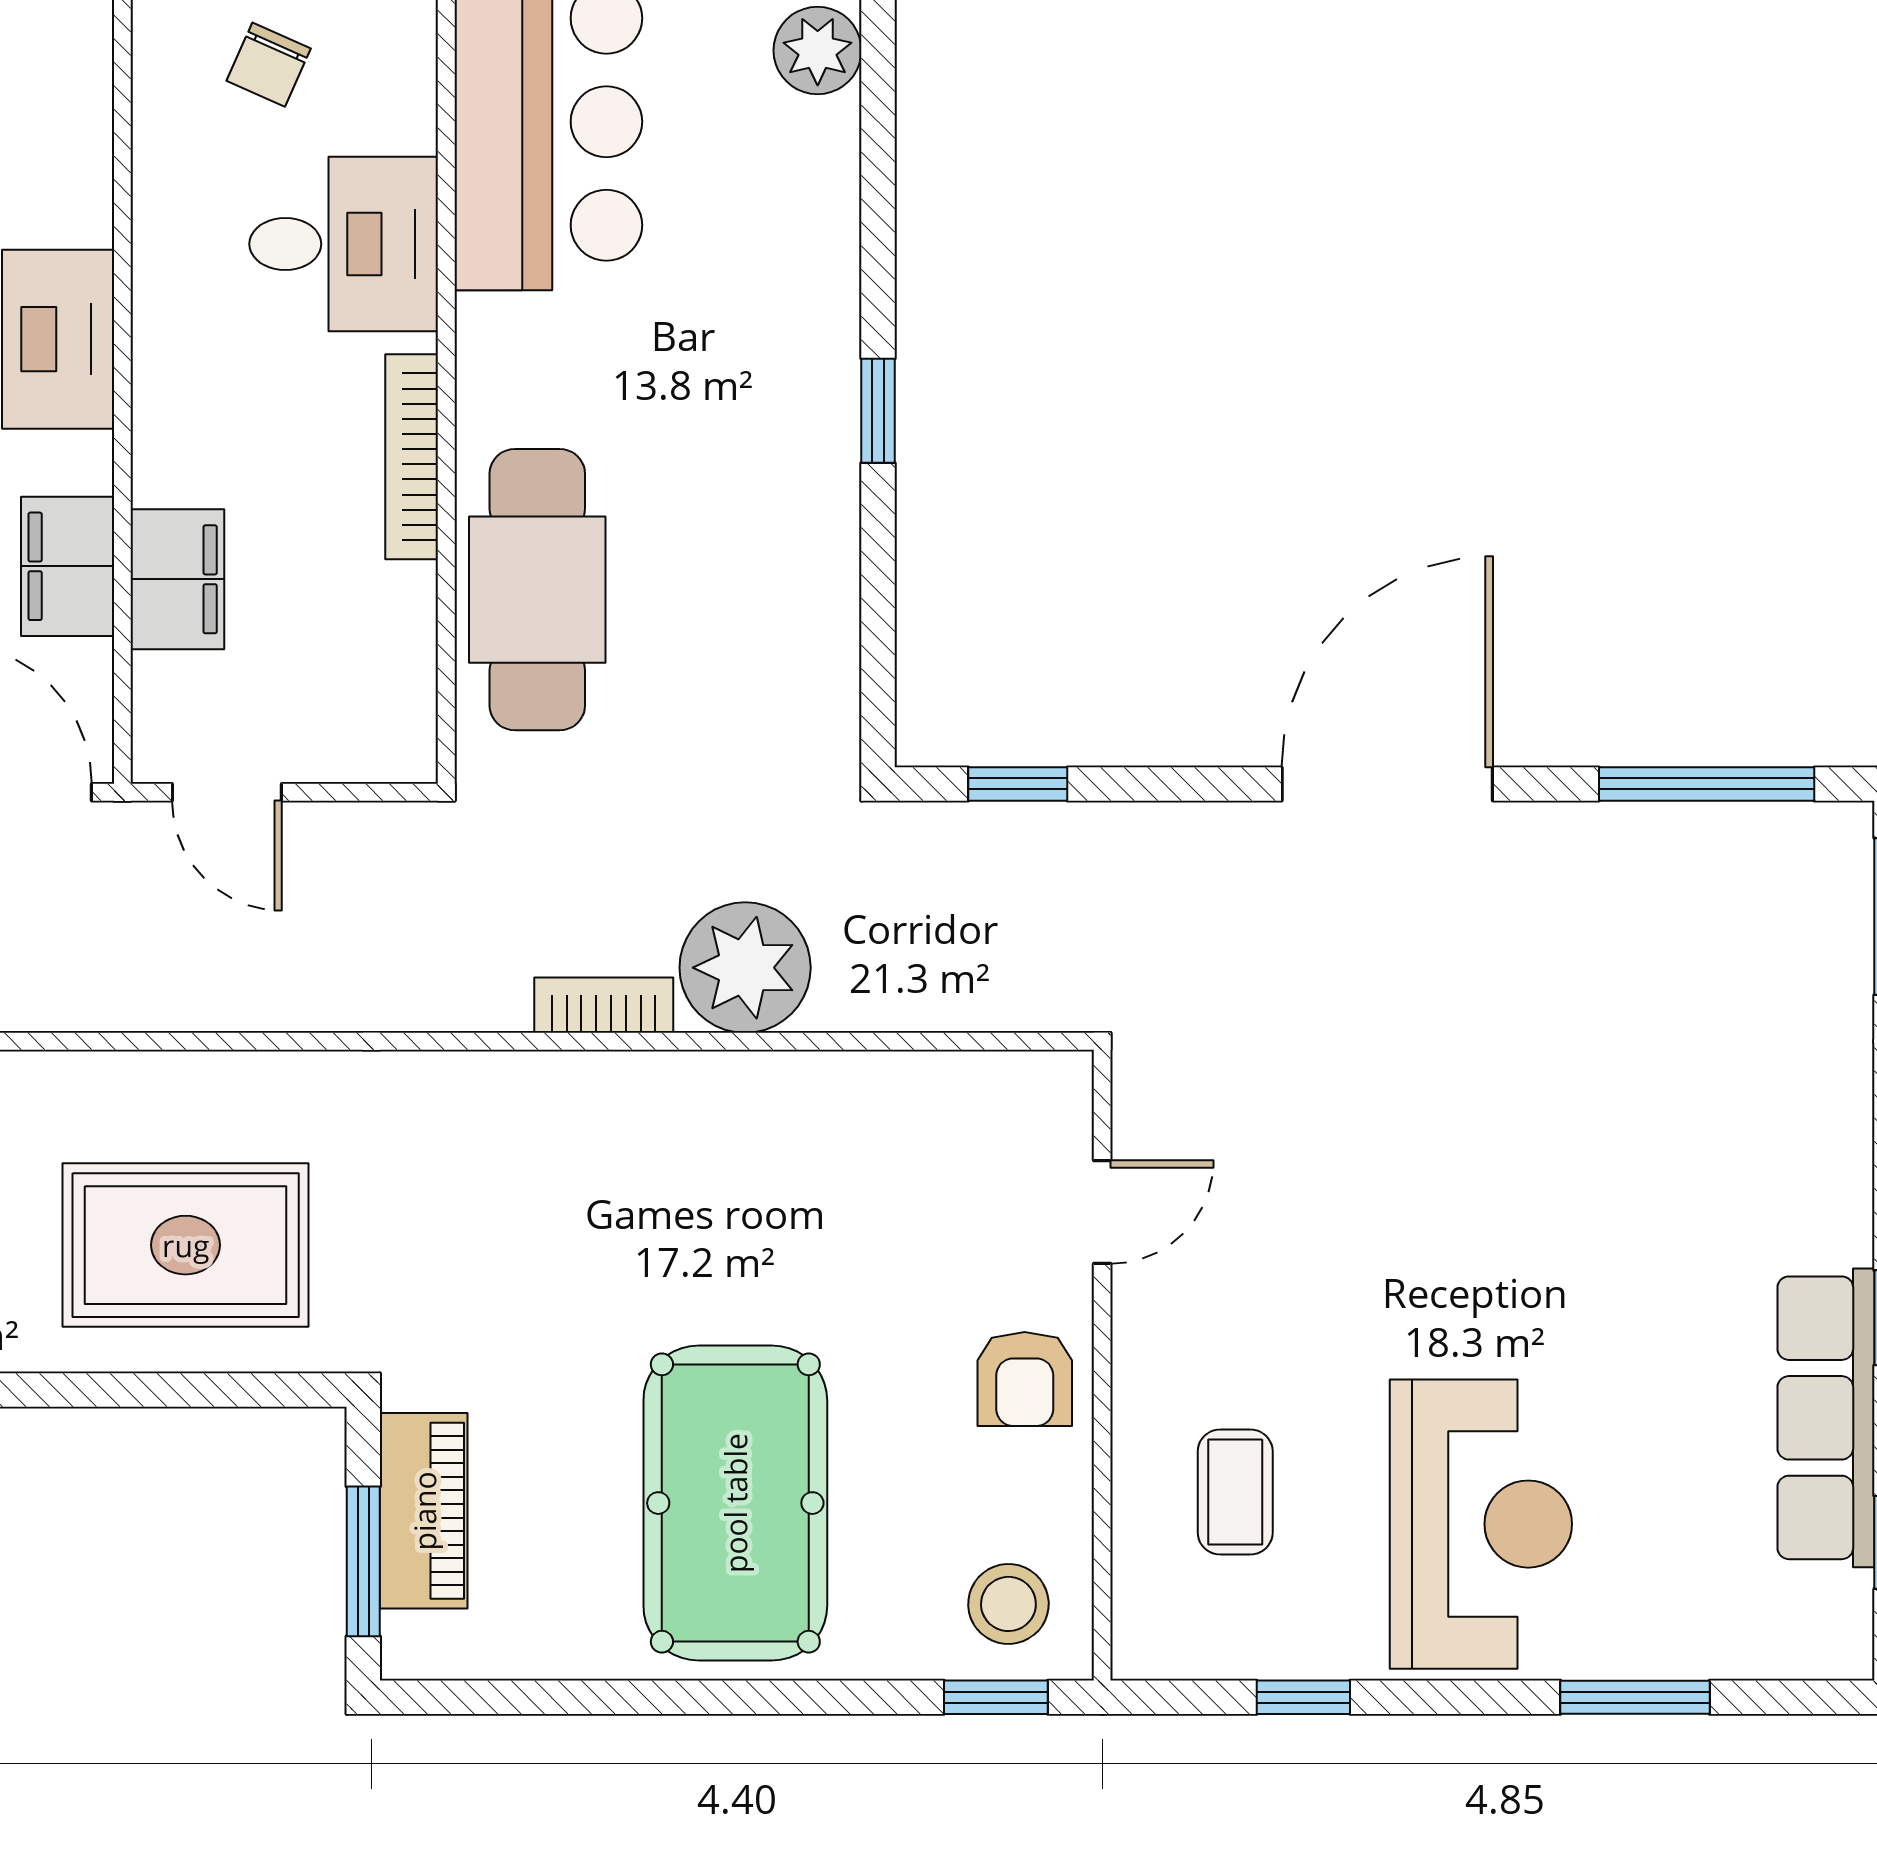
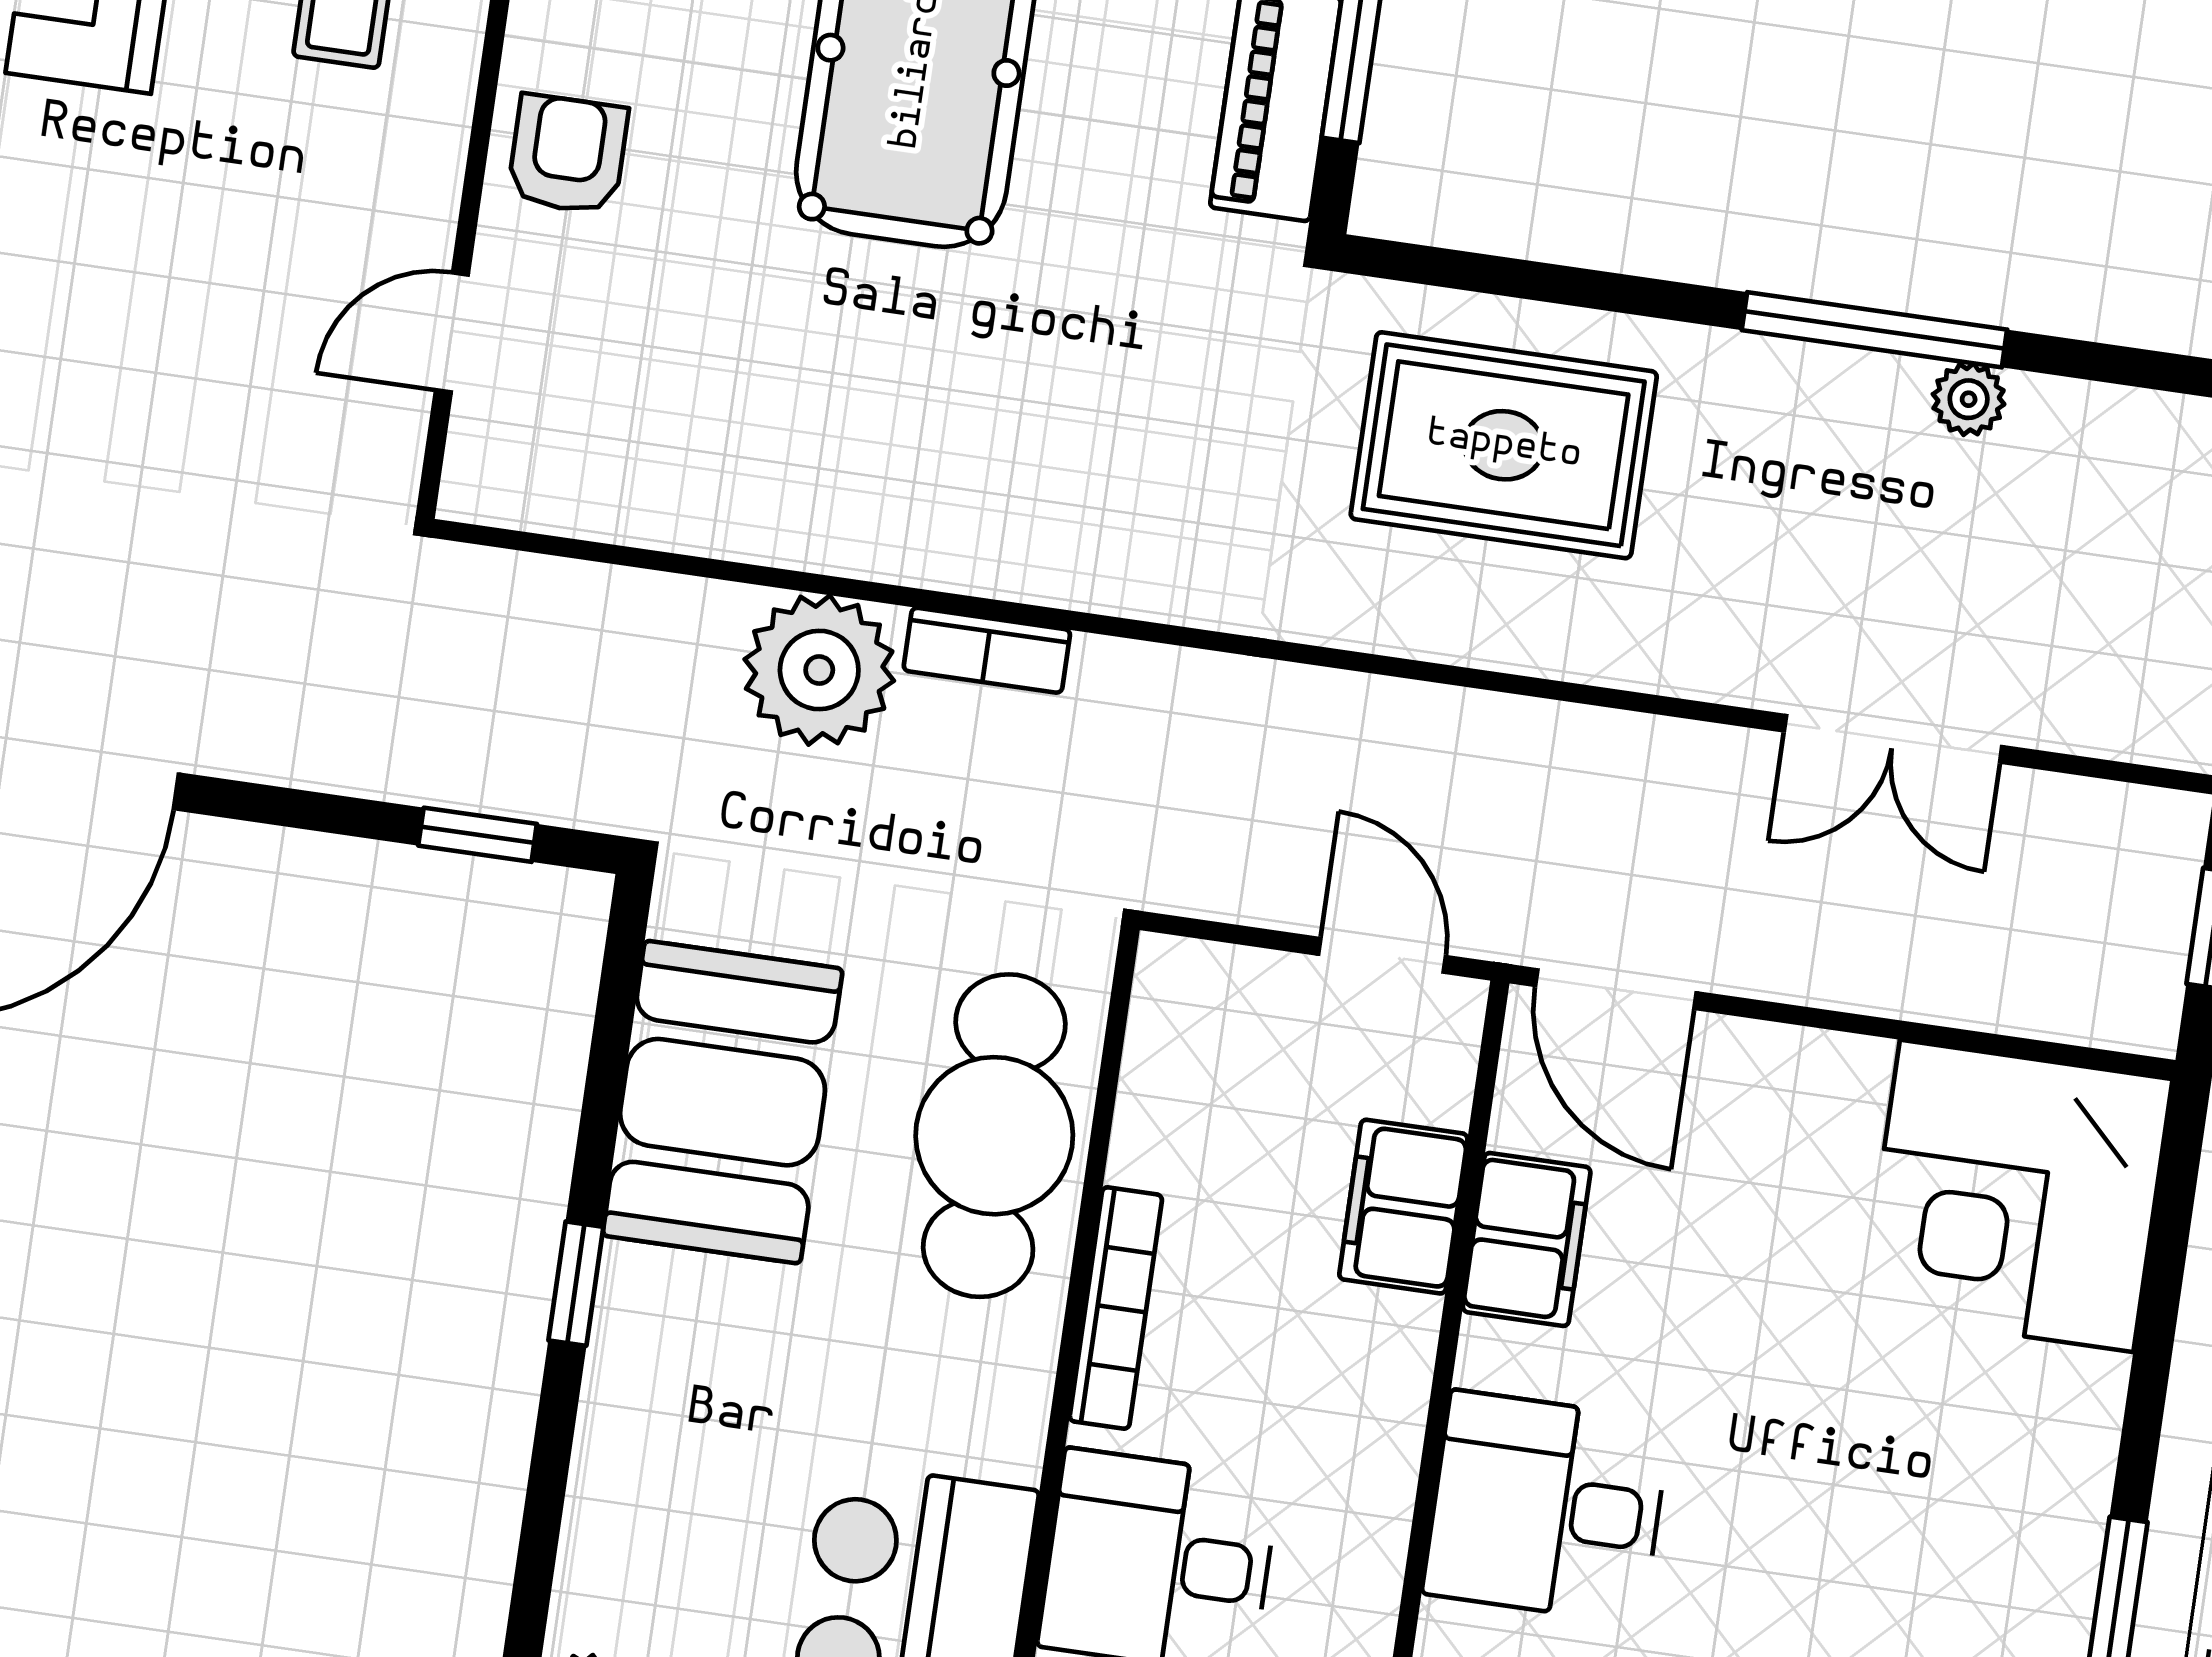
booth: (775, 585) -> (723, 1102), added

